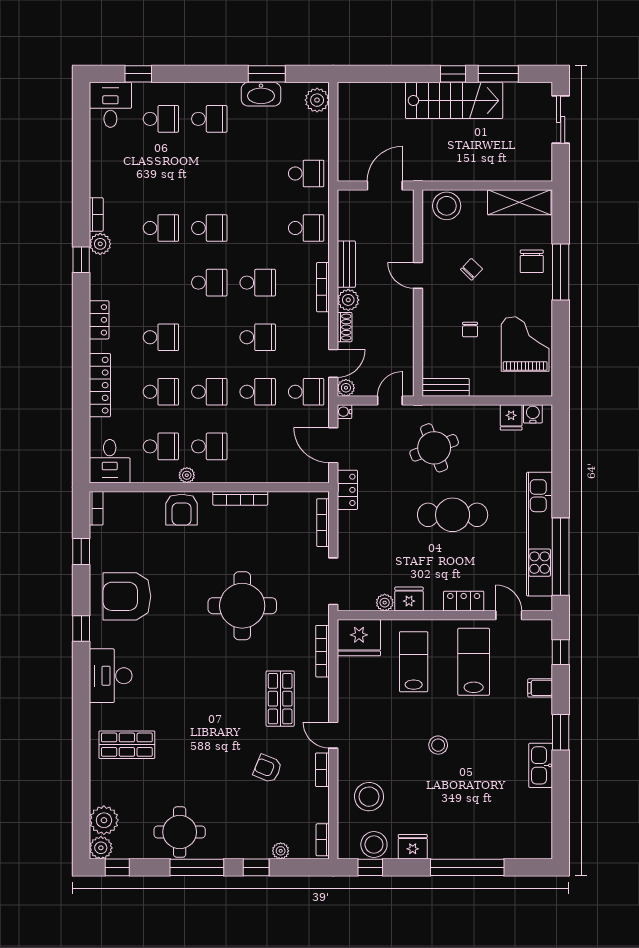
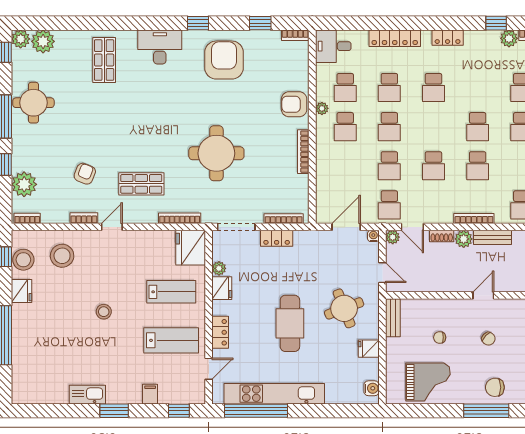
fridge: (511, 417) -> (369, 349), moved
locker: (347, 490) -> (277, 238), moved
plant: (281, 851) -> (24, 184), width x1.87, depth x1.87

